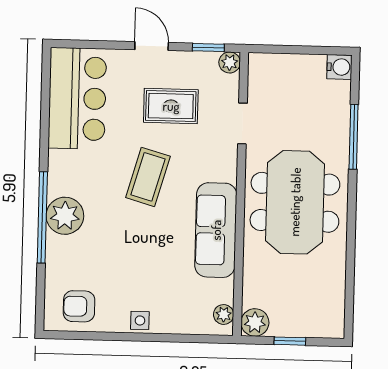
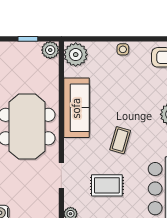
coffee table: (148, 177) -> (120, 140), width x0.73, depth x0.77
plant: (224, 314) -> (76, 55), width x1.87, depth x1.87

